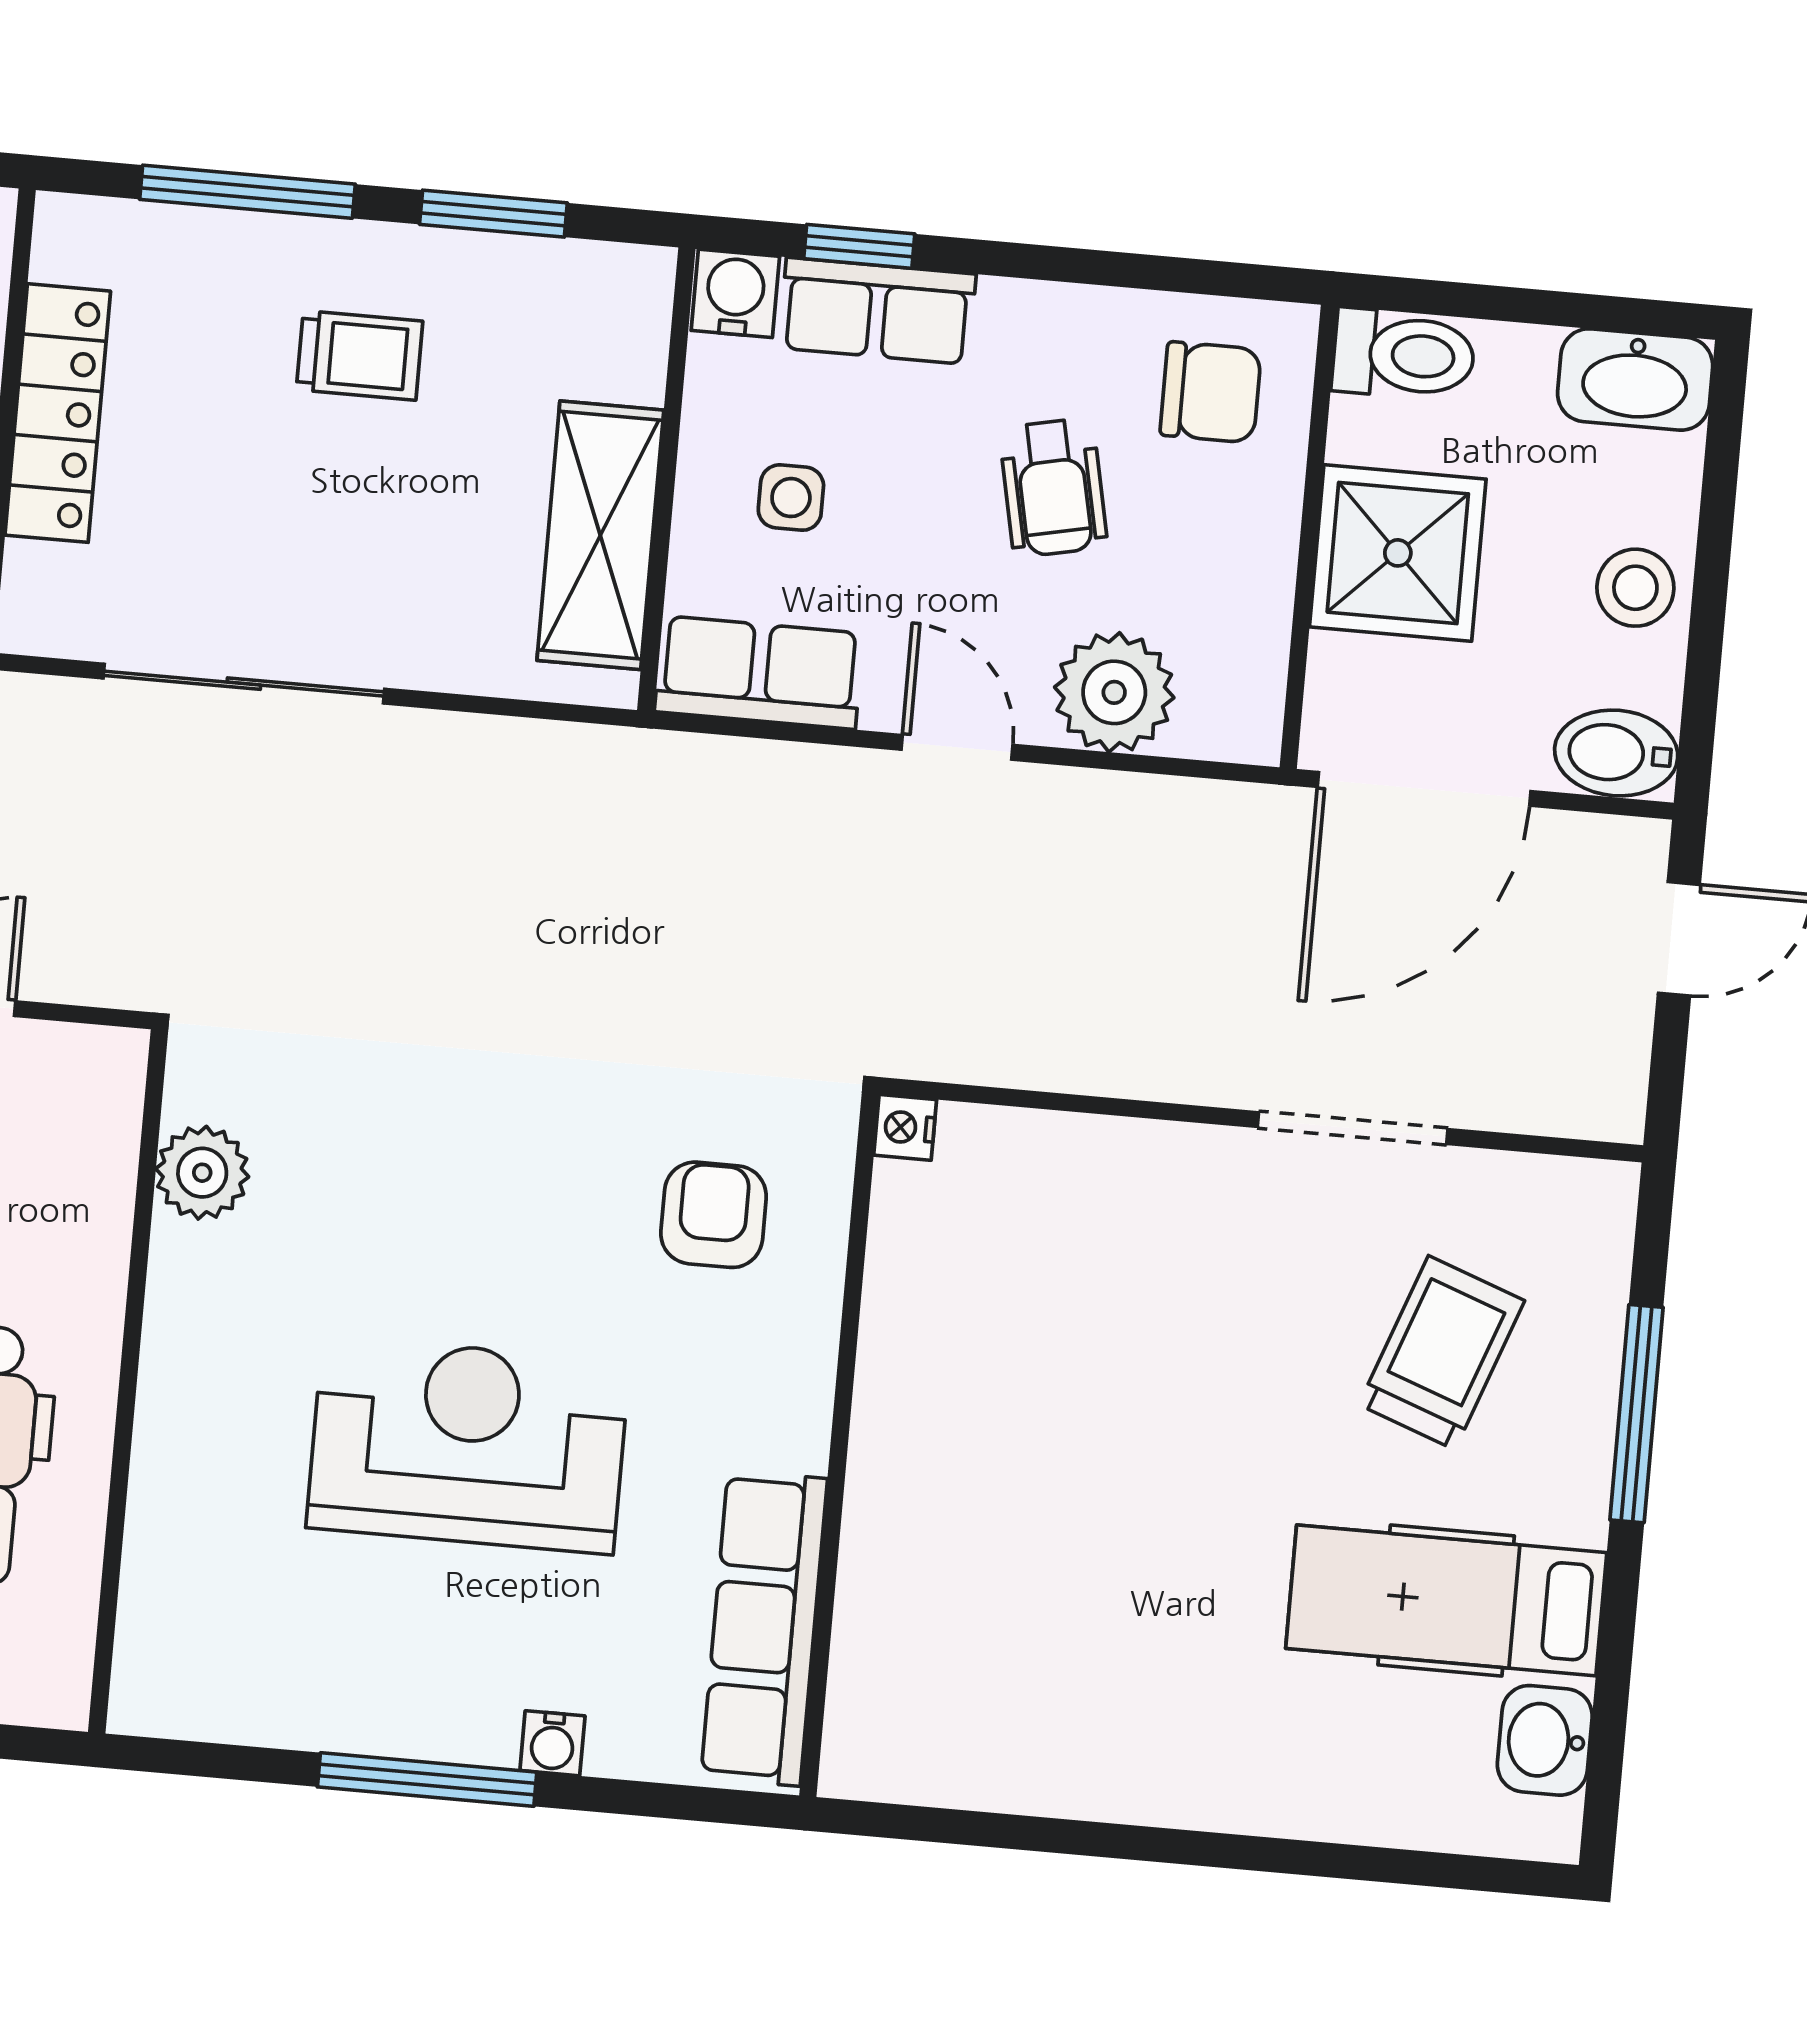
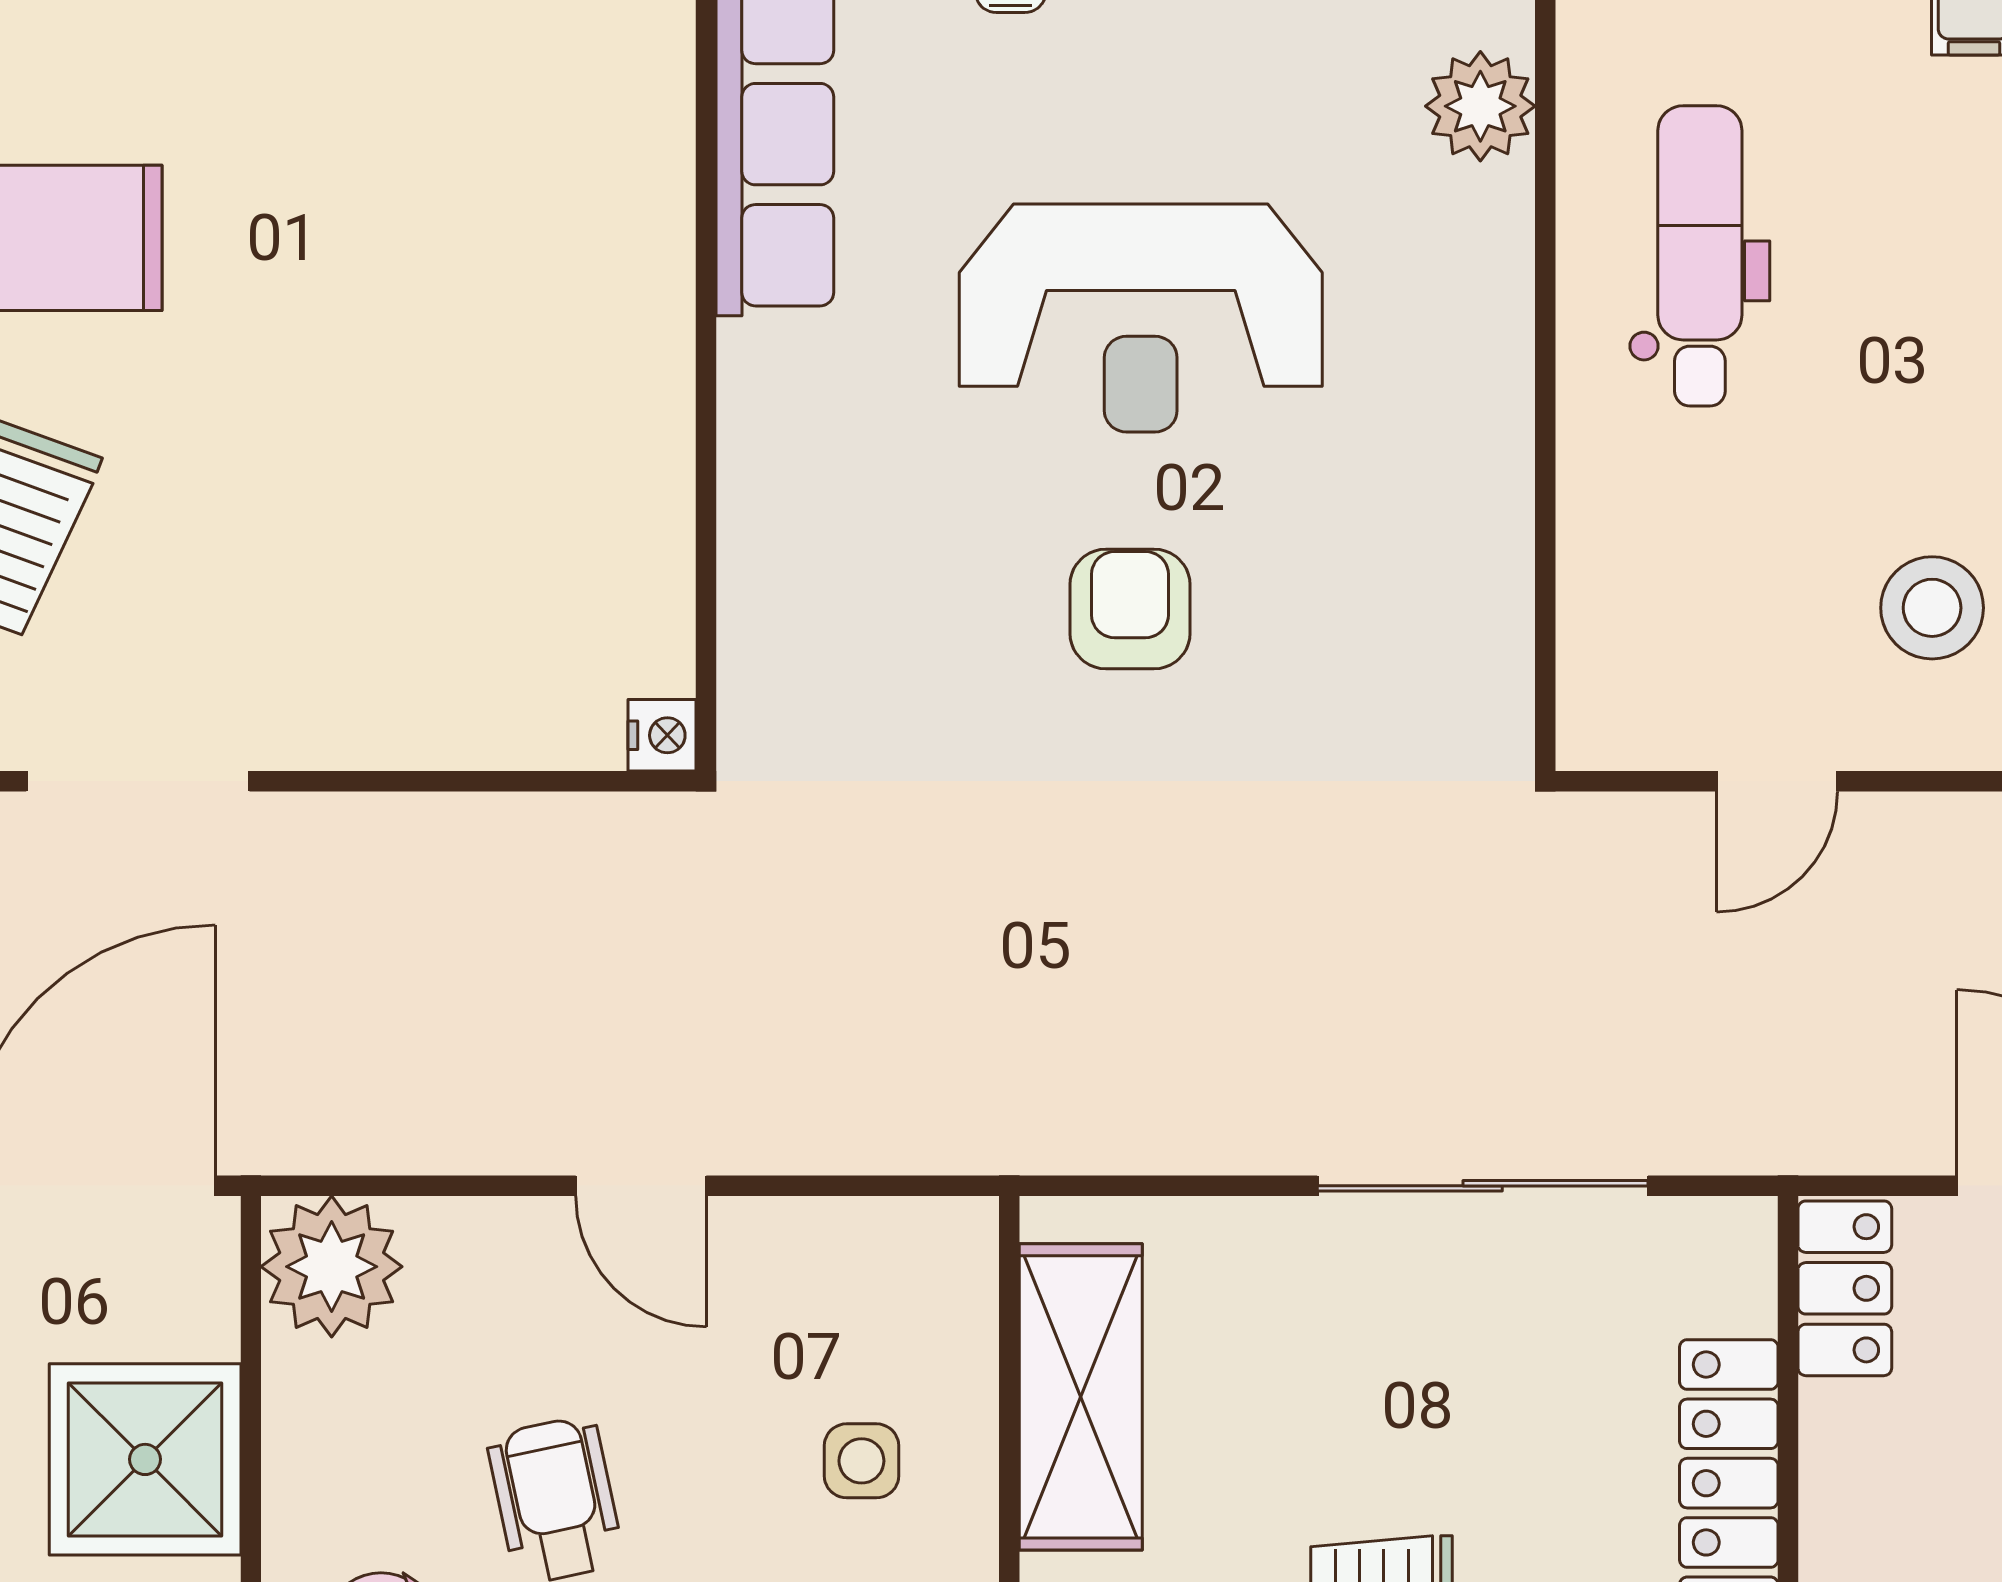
row of seats: (759, 672) -> (881, 1253), removed
plant: (1114, 692) -> (332, 1267), moved
plant: (202, 1173) -> (1480, 106), moved
armchair: (714, 1215) -> (1130, 609), moved, turned 180

